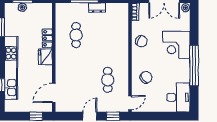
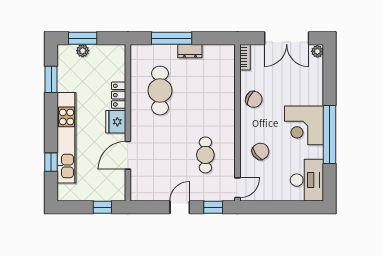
cafe table: (76, 35) -> (160, 91), width x1.37, depth x1.35
corner desk: (176, 45) -> (304, 125), moved
door: (54, 93) -> (128, 155), moved

